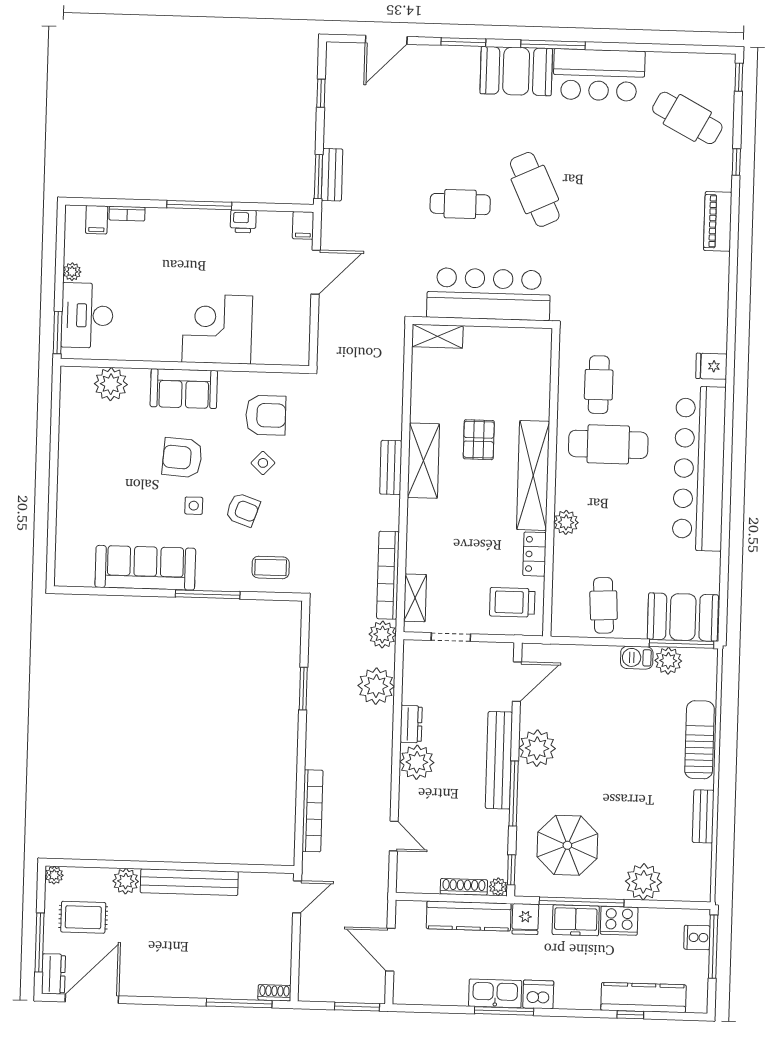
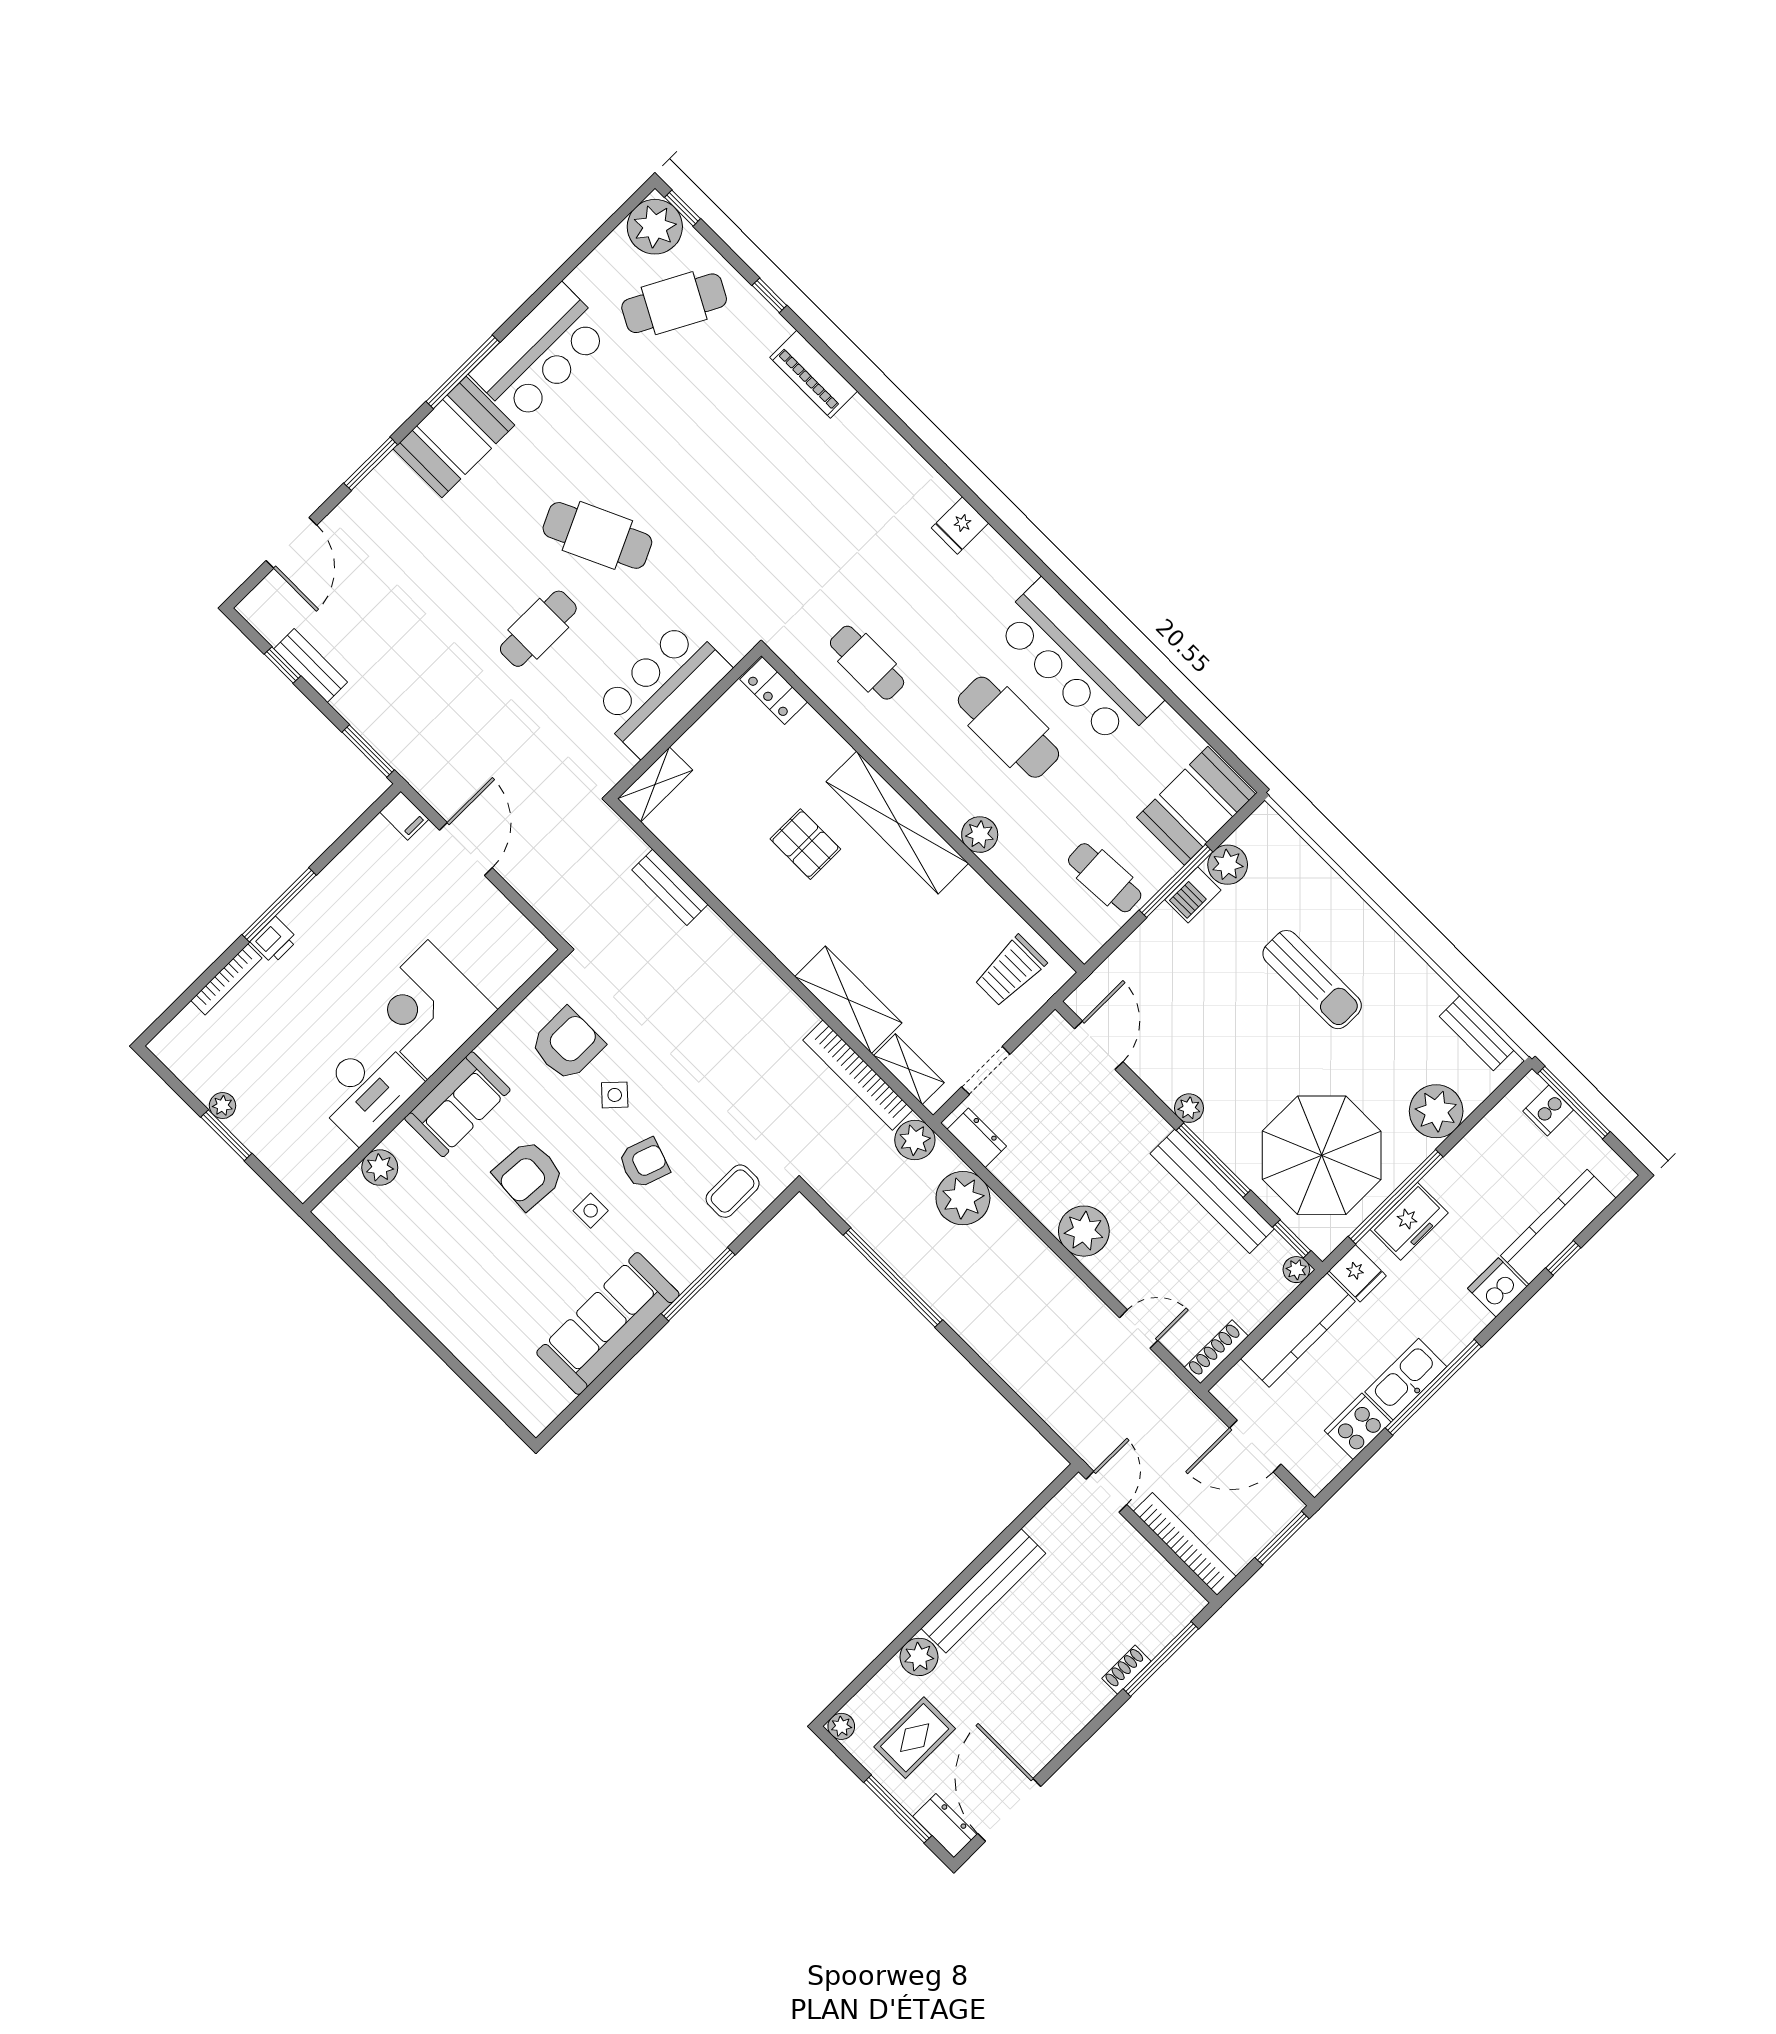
plant: (717, 72) -> (655, 227), added
bench: (332, 175) -> (311, 665), moved
bookcase: (127, 214) -> (226, 979), width x1.56
filing cabinet: (97, 220) -> (192, 1028), removed
printer: (243, 221) -> (274, 940), moved
bar counter: (489, 294) -> (662, 689), width x0.73
desk: (87, 315) -> (366, 1089), moved, turned -90
window: (58, 333) -> (226, 1135), moved
plant: (111, 384) -> (380, 1168), width x0.73, depth x0.73
cafe table: (608, 444) -> (1008, 727), moved, turned 90
shelving: (423, 461) -> (848, 1000), moved
bench: (391, 467) -> (670, 887), moved
bar counter: (699, 468) -> (1078, 663), width x0.73
locker: (535, 554) -> (774, 691), moved
window: (682, 644) -> (1176, 881), moved
window: (303, 689) -> (893, 1277), width x2.11
dresser: (411, 724) -> (977, 1138), moved
sun lounger: (700, 740) -> (1312, 980), moved, turned 180
plant: (537, 748) -> (1189, 1108), width x0.53, depth x0.53
bench: (499, 760) -> (1212, 1191), moved
bookcase: (312, 811) -> (1185, 1544), moved
bench: (703, 816) -> (1477, 1033), moved
parasol: (567, 845) -> (1322, 1155), width x1.36, depth x1.36
shoe rack: (464, 887) -> (1216, 1352), moved
cooker: (619, 921) -> (1358, 1426), moved, turned 180
shoe rack: (274, 993) -> (1126, 1670), moved
dishwasher: (538, 994) -> (1497, 1287), moved
window: (504, 1011) -> (1433, 1387), width x1.46

